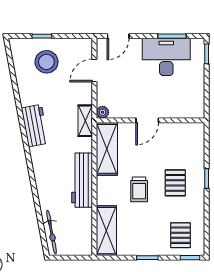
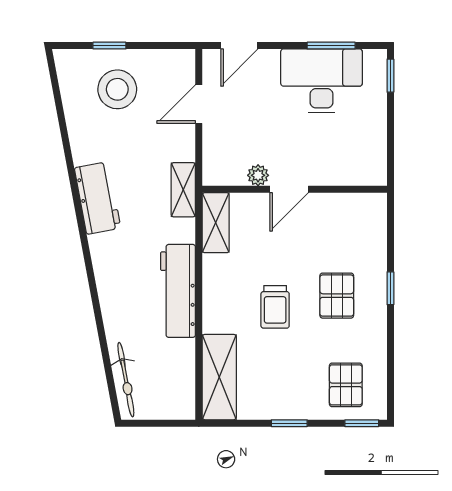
plant: (103, 112) -> (258, 175), moved
shelving: (107, 149) -> (216, 223), width x0.67, depth x0.75

